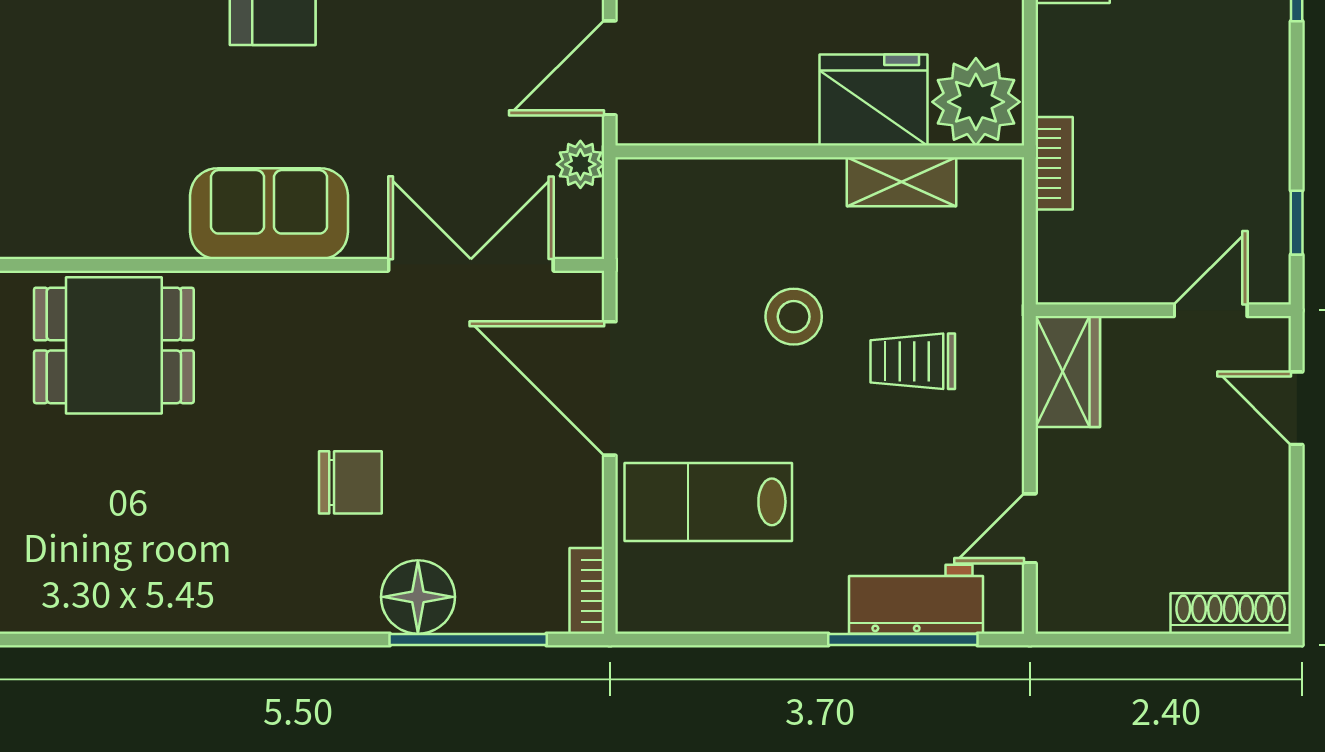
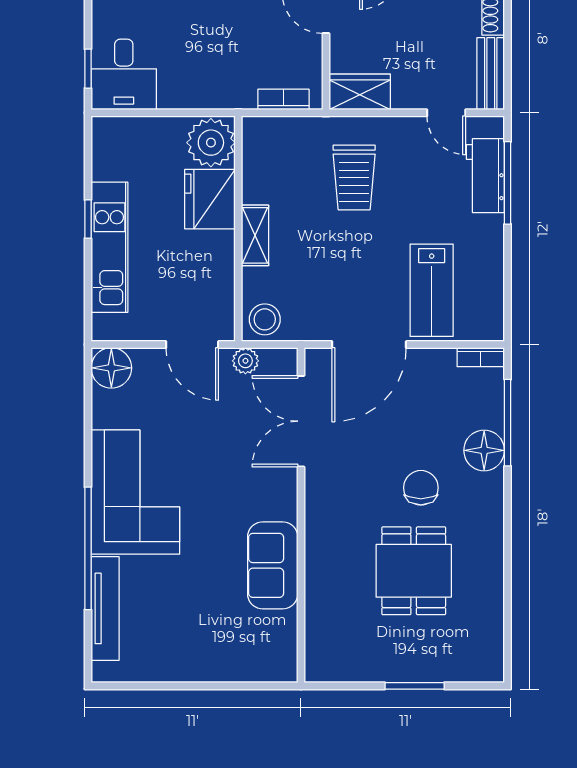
bookcase: (1054, 163) -> (283, 99), moved
shelving: (901, 182) -> (255, 235), moved
sofa: (269, 214) -> (273, 565), moved
stool: (794, 317) -> (265, 319), moved
dining table: (114, 345) -> (414, 571), moved
trolley: (913, 361) -> (354, 177), width x1.36, depth x1.39
bench: (1101, 609) -> (491, 74), added

